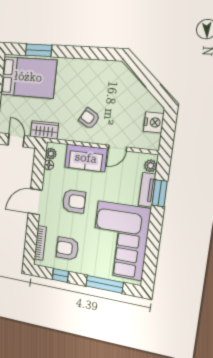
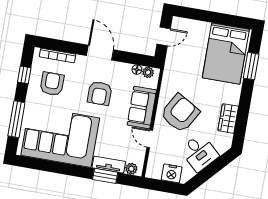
desk: (130, 95) -> (199, 153), added
armchair: (89, 118) -> (180, 113), width x1.88, depth x1.88
wardrobe: (44, 130) -> (228, 118), moved, turned 180

